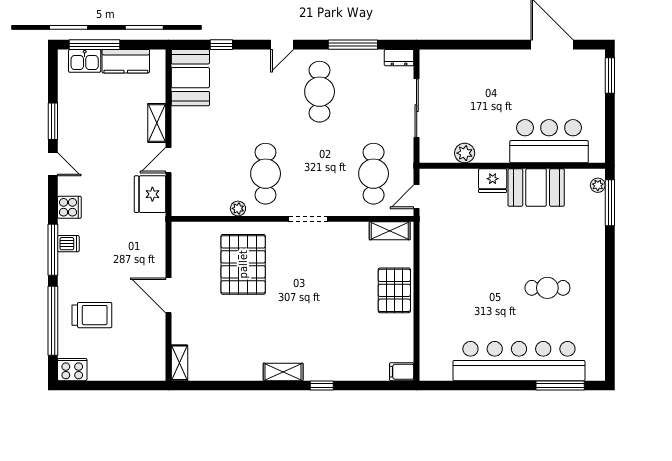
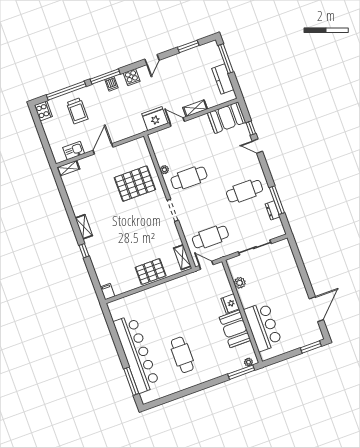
door: (282, 45) -> (257, 146), moved
dresser: (399, 58) -> (273, 210), moved
kitchen sink: (85, 61) -> (74, 151), moved, turned 90
window: (53, 121) -> (188, 46), moved
cafe table: (547, 288) -> (182, 355), width x1.37, depth x1.35

